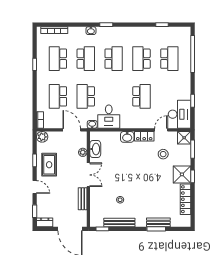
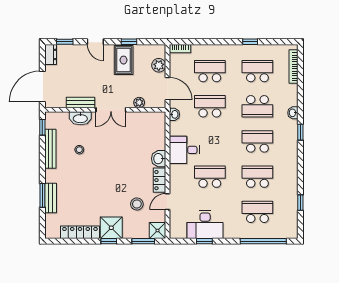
school desk: (114, 59) -> (257, 141), turned 180
school desk: (169, 59) -> (257, 212), turned 180
school desk: (141, 96) -> (210, 177), turned 180
desk: (179, 114) -> (205, 225), moved
desk: (109, 117) -> (184, 150), moved
door: (72, 130) -> (168, 89), hinge flipped
door: (161, 130) -> (168, 202), swing flipped
plant: (42, 137) -> (159, 65), moved
washbasin: (95, 149) -> (80, 118), moved
rug: (49, 165) -> (124, 60), turned 90
door: (35, 187) -> (95, 42), hinge flipped

